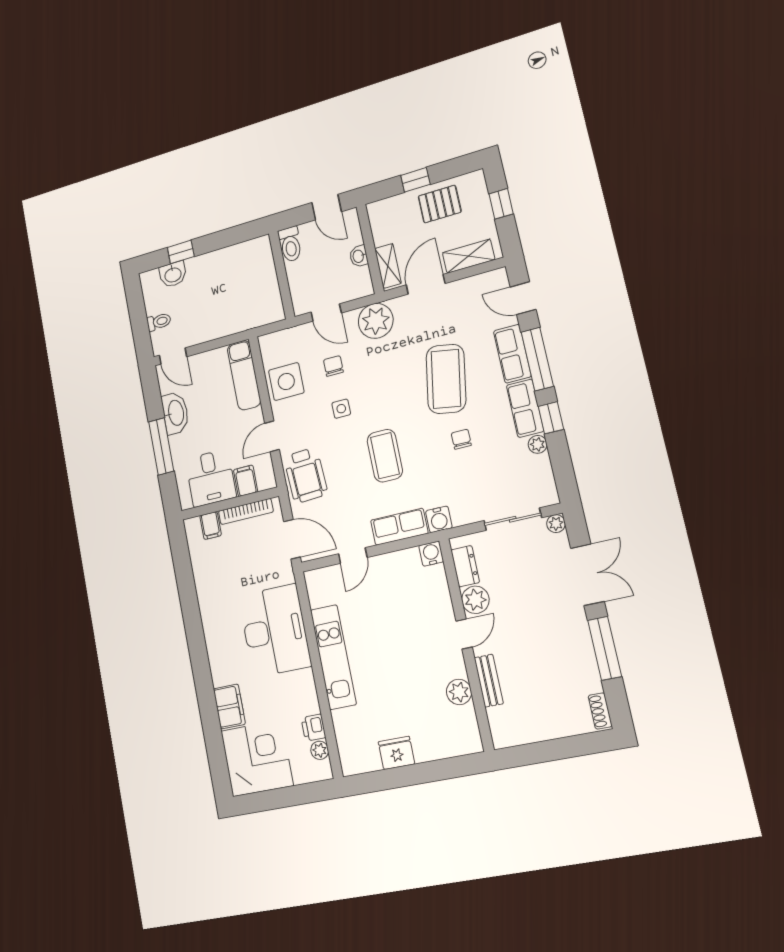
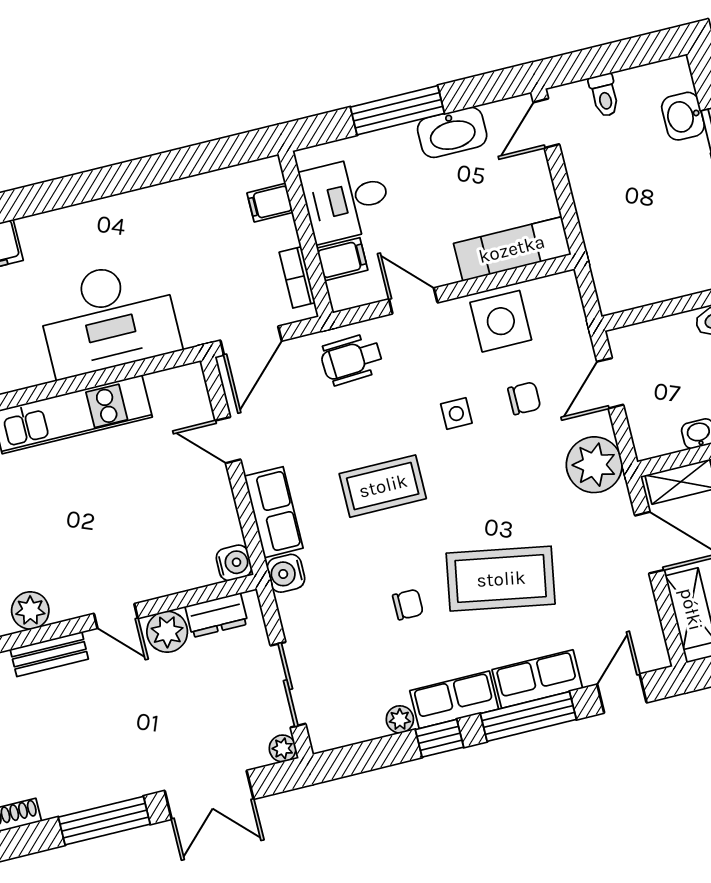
wheelchair: (306, 475) -> (351, 359), width x0.73, depth x0.73
bookcase: (246, 511) -> (297, 277), width x0.64

